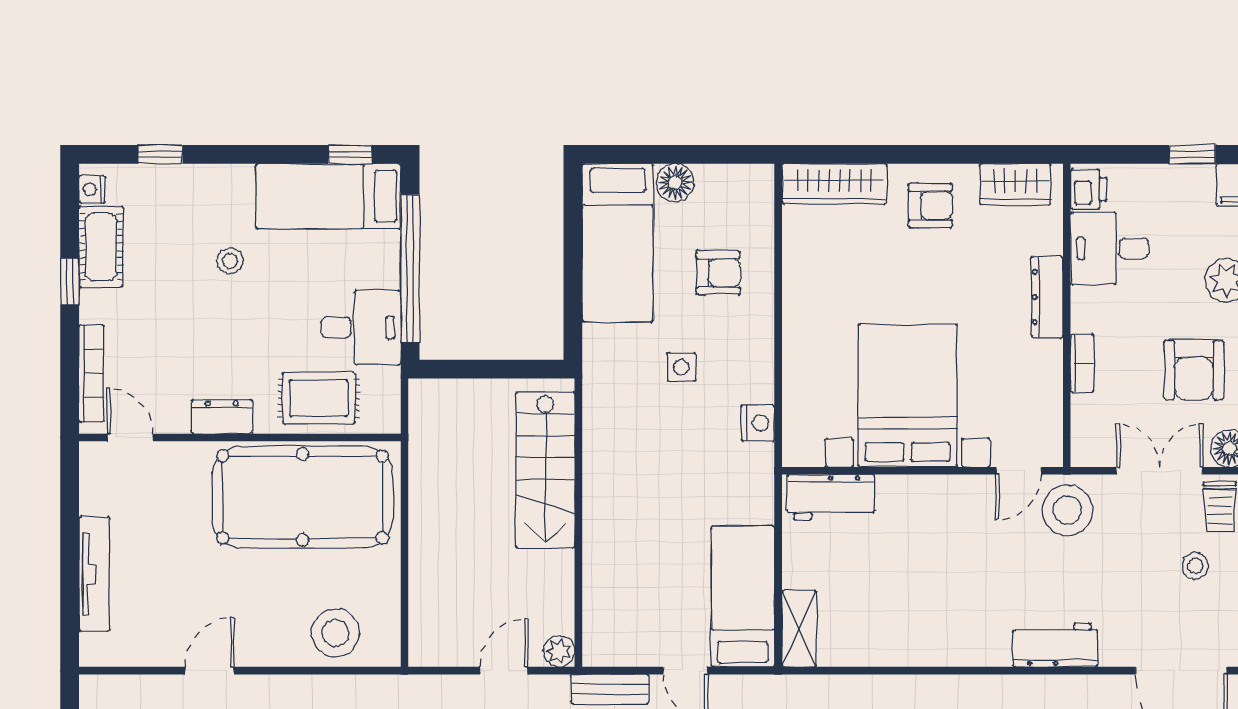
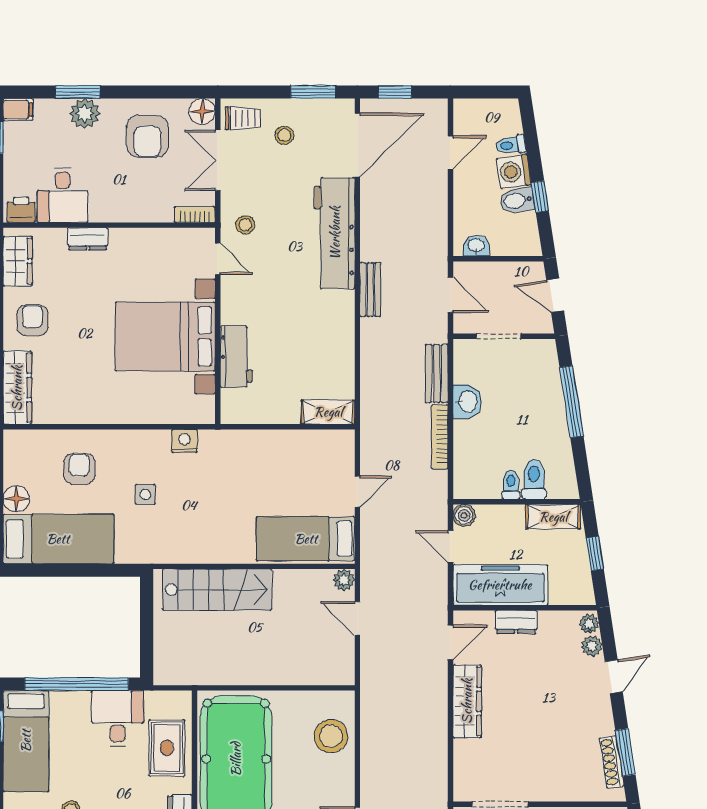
dresser: (1047, 297) -> (88, 239), width x0.70
bookcase: (1082, 363) -> (195, 214), moved
armchair: (1194, 370) -> (147, 136), turned 90
workbench: (831, 497) -> (236, 357), moved
stool: (1067, 510) -> (245, 225), width x0.53, depth x0.53
bed: (743, 596) -> (306, 539), moved
workbench: (1055, 645) -> (335, 233), width x1.88, depth x1.32
bench: (610, 689) -> (370, 290), moved

